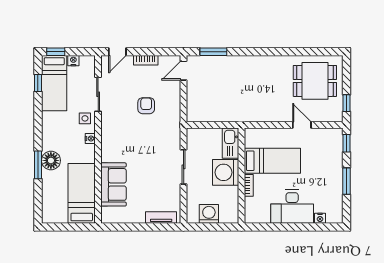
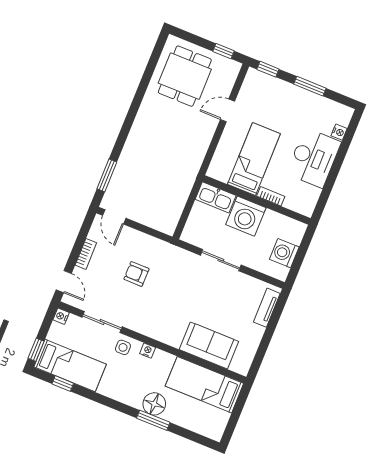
nightstand: (73, 61) -> (61, 316), moved

